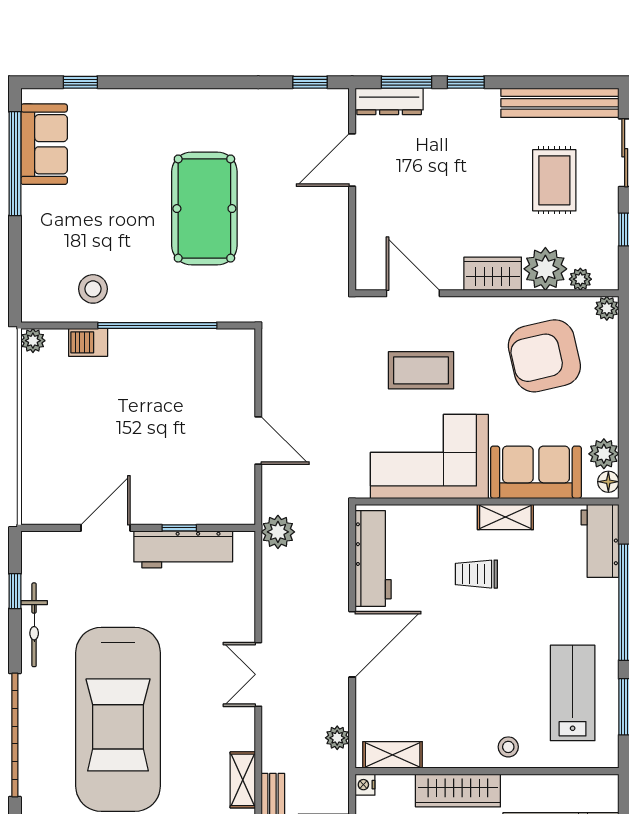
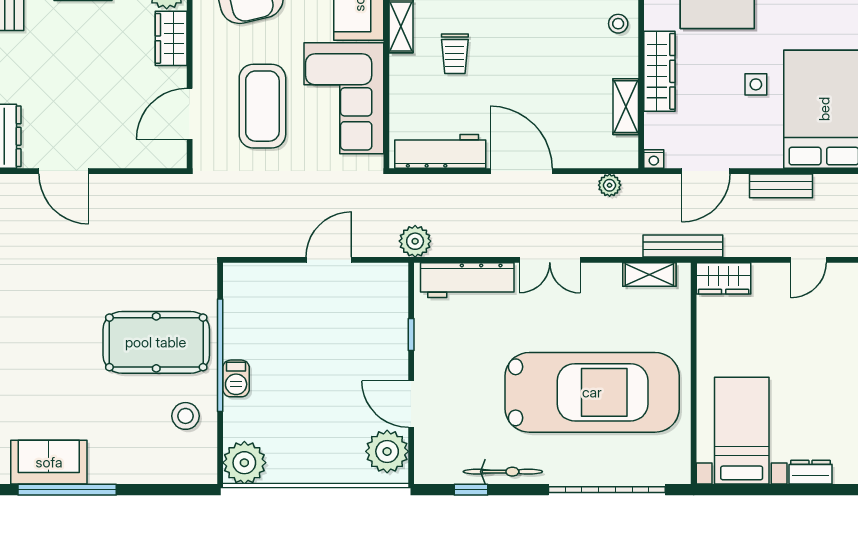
pool table: (204, 209) -> (156, 342), moved
plant: (33, 341) -> (244, 463), width x1.88, depth x1.88
barbecue: (88, 342) -> (236, 378), moved
coffee table: (421, 370) -> (262, 106), width x1.36, depth x1.32
plant: (55, 502) -> (387, 451), added
workbench: (183, 549) -> (467, 280), moved, turned 90
shelving: (393, 755) -> (626, 107), moved

